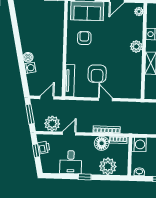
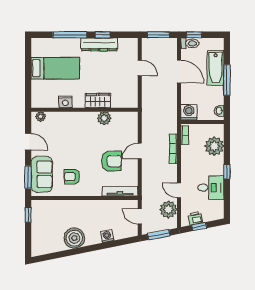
plant: (136, 47) -> (104, 118), moved
boiler: (28, 57) -> (74, 238), moved, width x1.86, depth x1.86
floor lamp: (102, 143) -> (189, 154), removed

